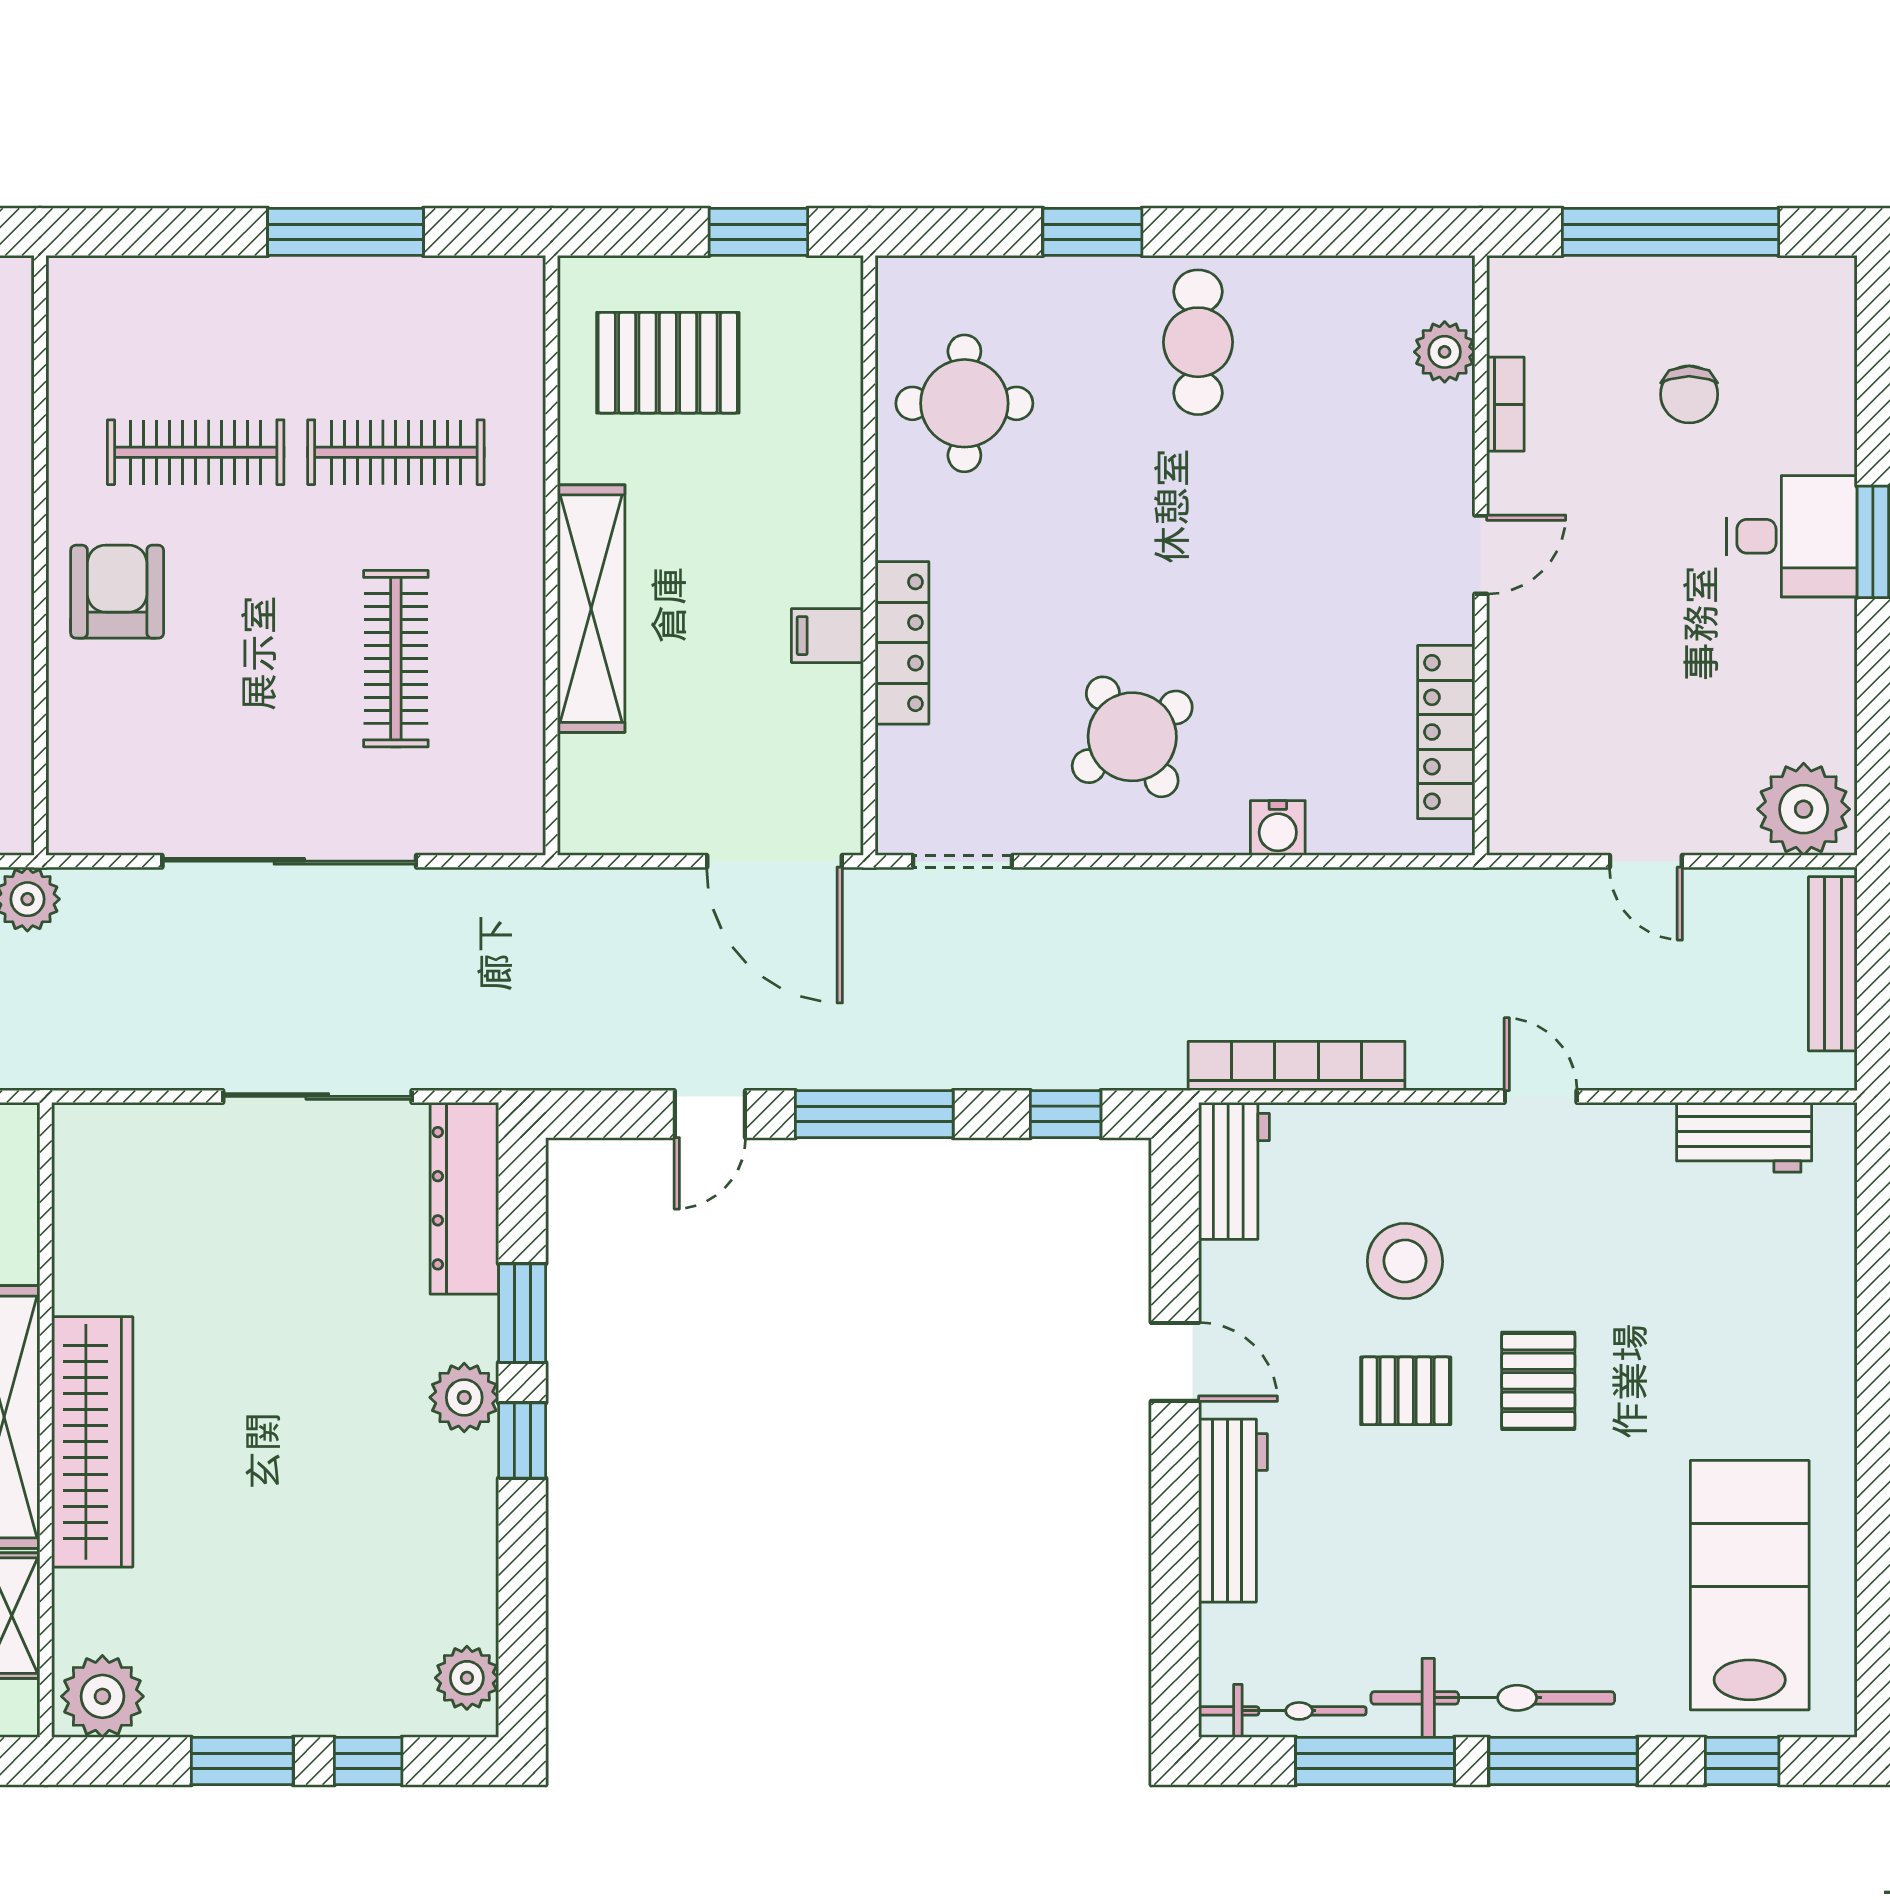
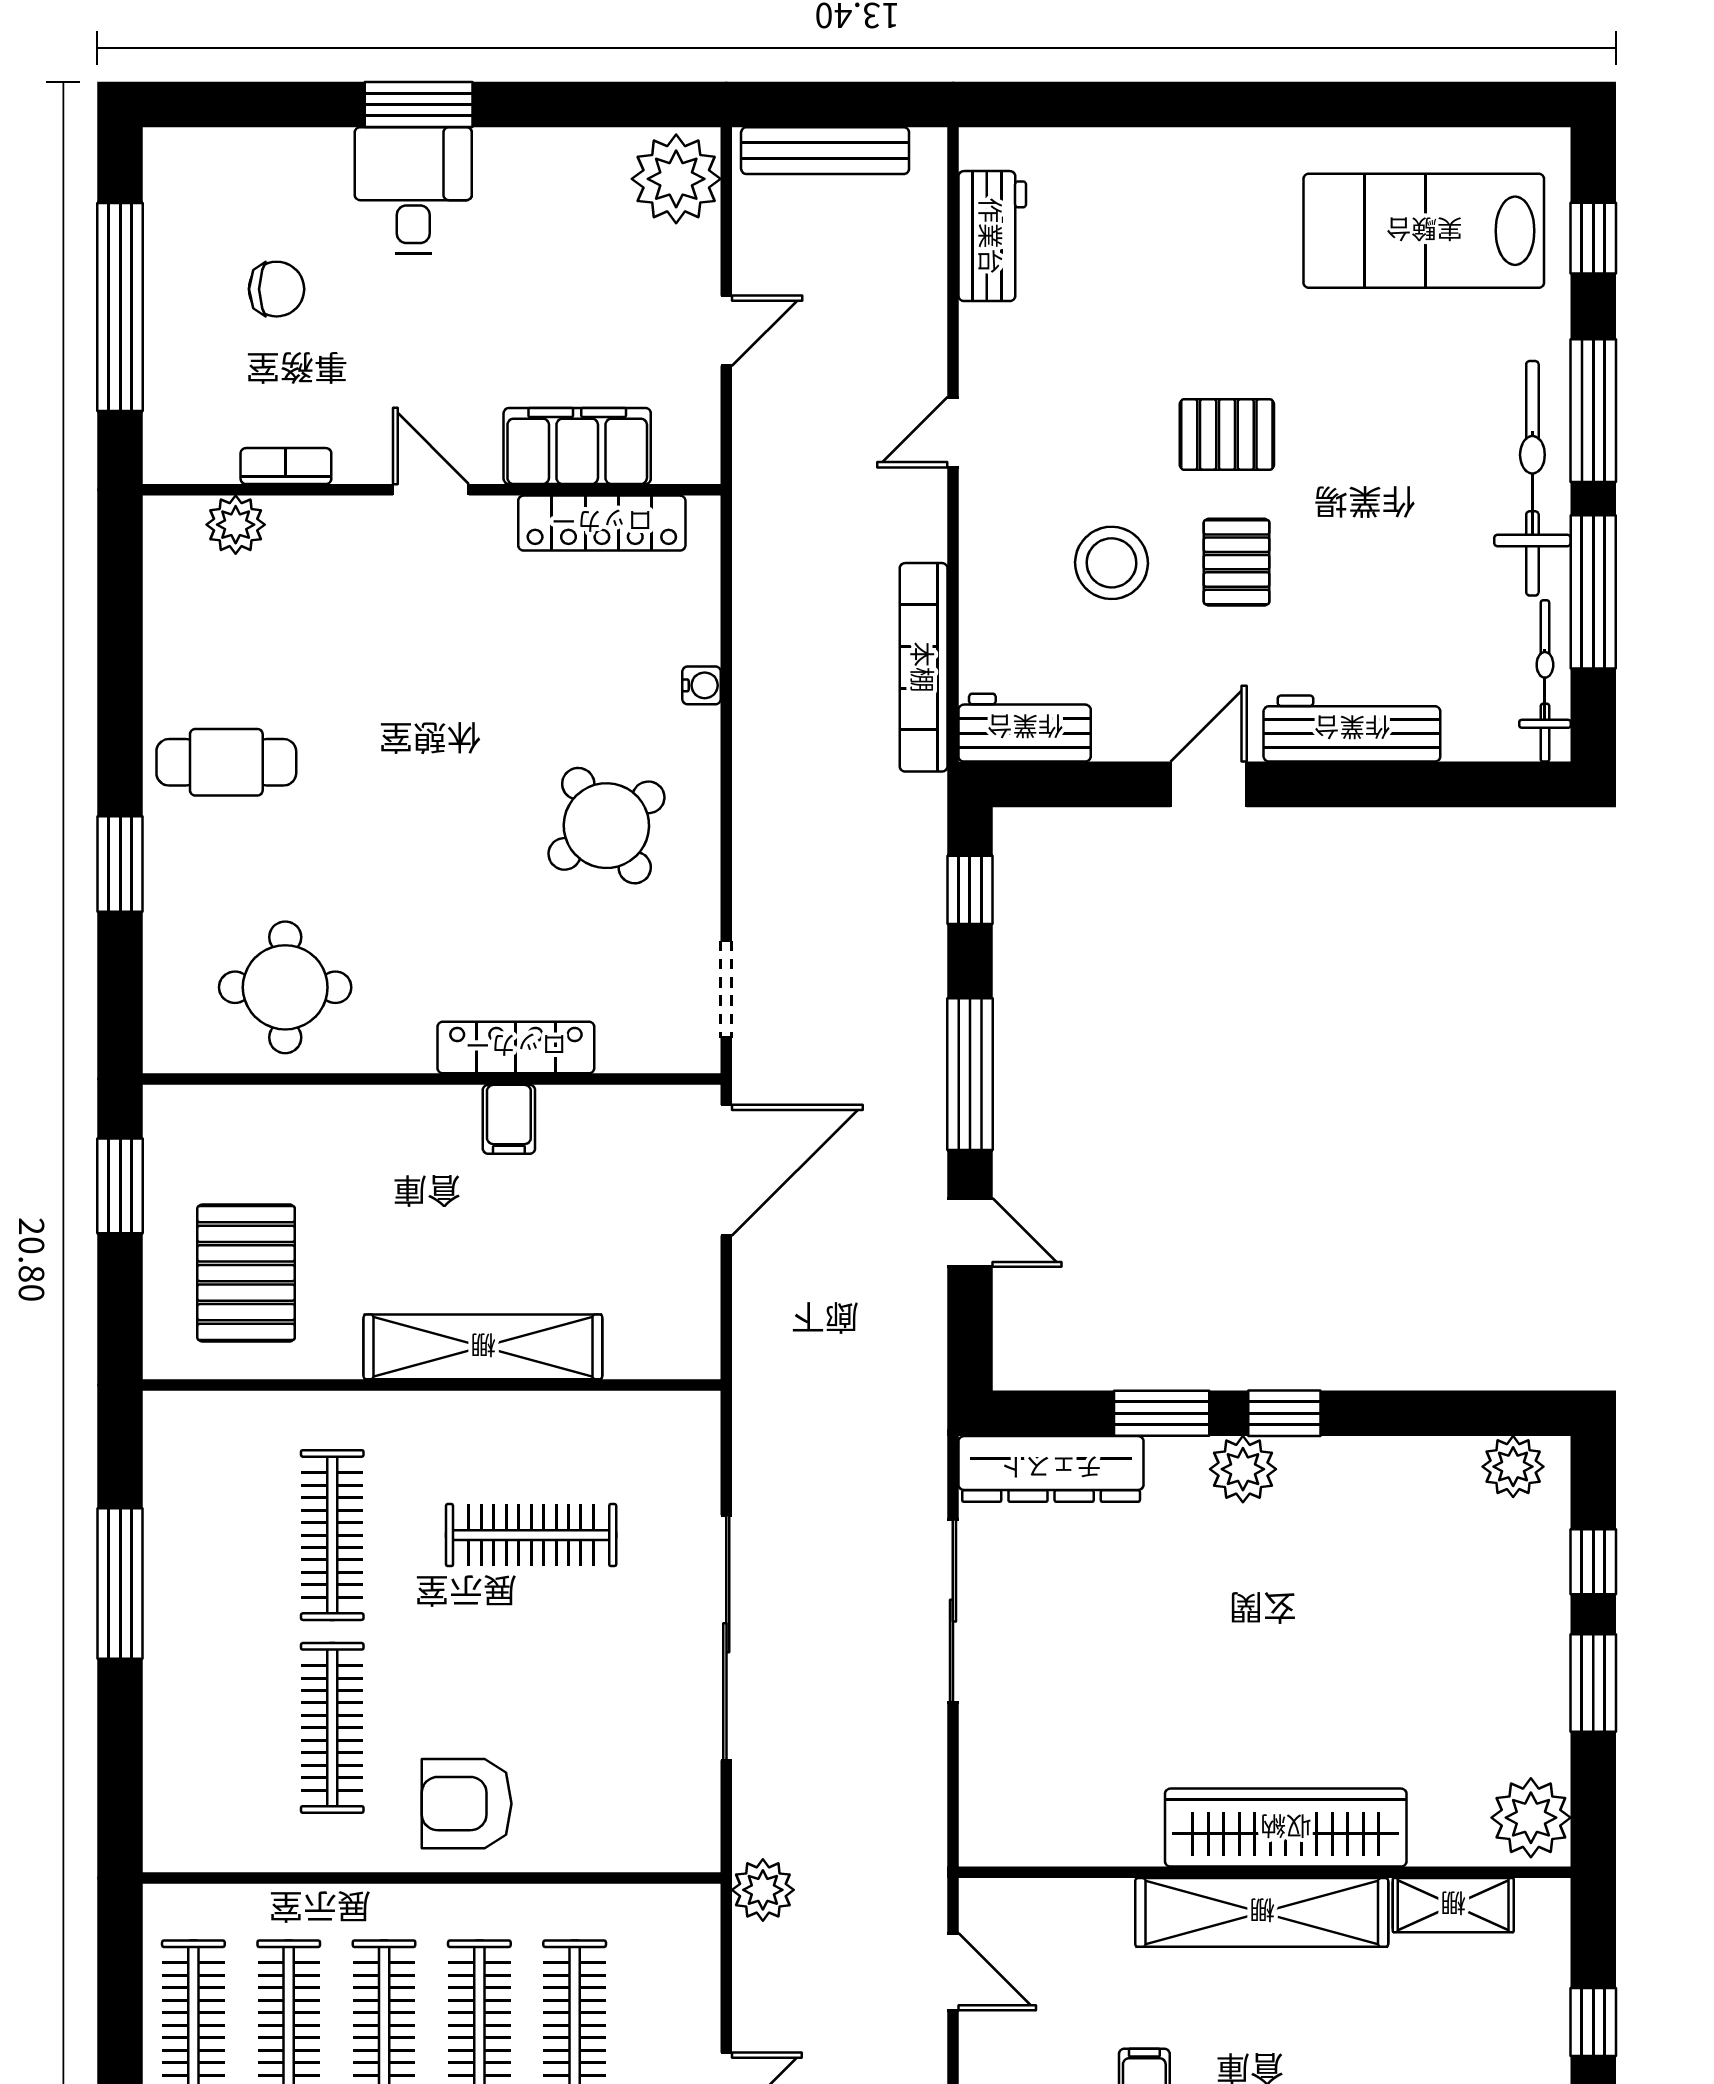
filing cabinet: (1526, 706) -> (577, 446), added
water cooler: (1278, 828) -> (702, 685), width x0.72, depth x0.72

